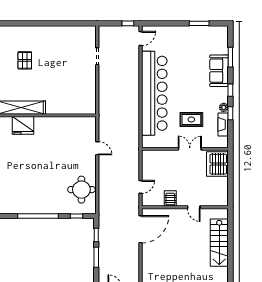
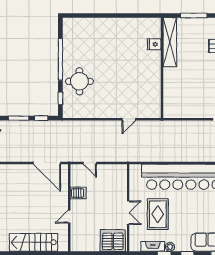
rug: (191, 120) -> (158, 214), width x1.36, depth x1.43
fridge: (23, 125) -> (154, 44), width x0.53, depth x0.75
round table: (81, 190) -> (79, 81), moved

